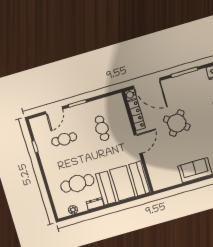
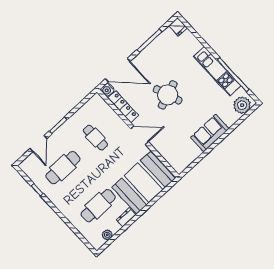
round table: (177, 123) -> (168, 95), turned 33
cafe table: (64, 139) -> (63, 168), width x1.37, depth x1.35
door: (138, 144) -> (140, 135), hinge flipped

